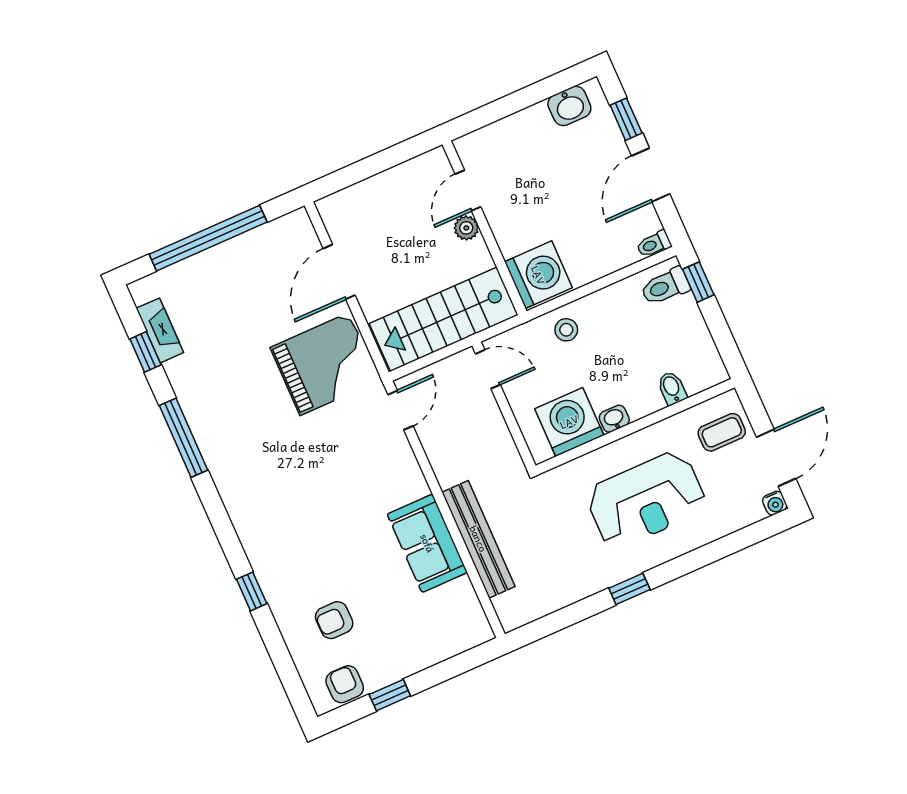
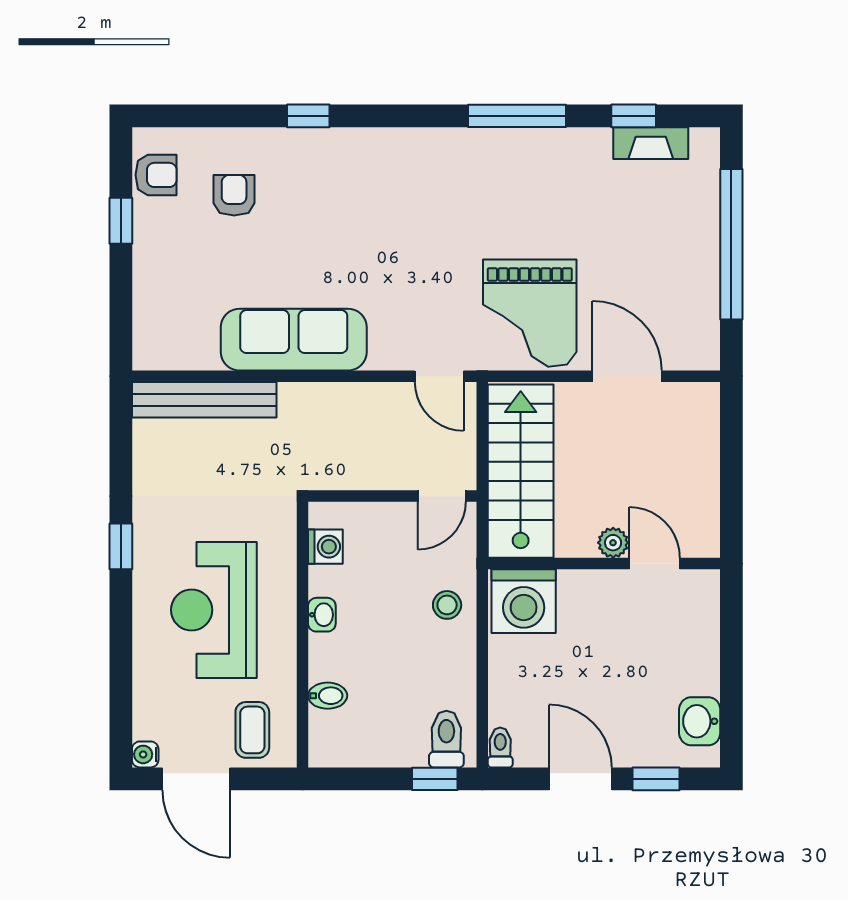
washing machine: (569, 422) -> (325, 547), width x0.53, depth x0.53
bench: (478, 539) -> (204, 400), moved
sofa: (427, 543) -> (294, 340), width x1.36

